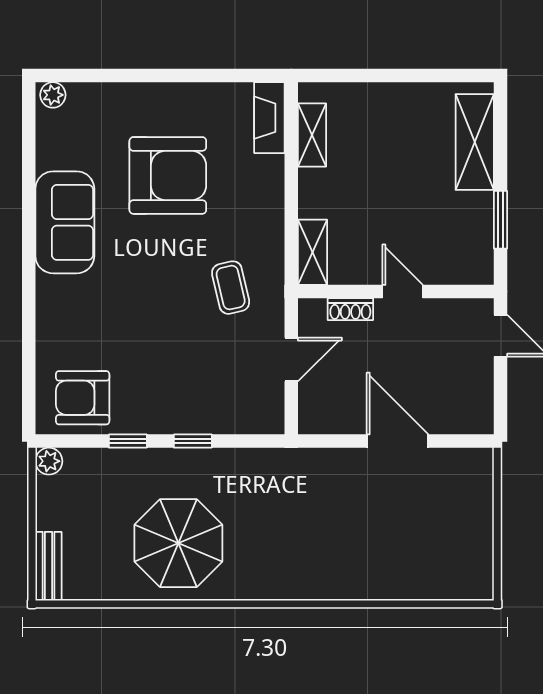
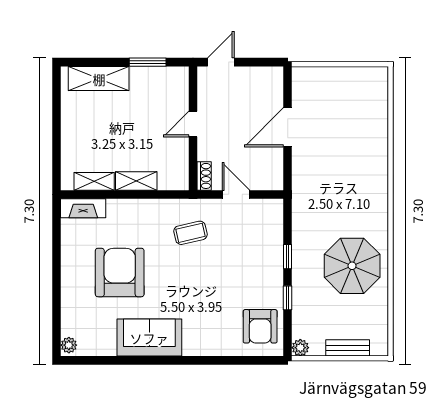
shelving: (313, 252) -> (136, 181), moved
shoe rack: (350, 309) -> (204, 176), moved
bench: (48, 566) -> (348, 348), moved

